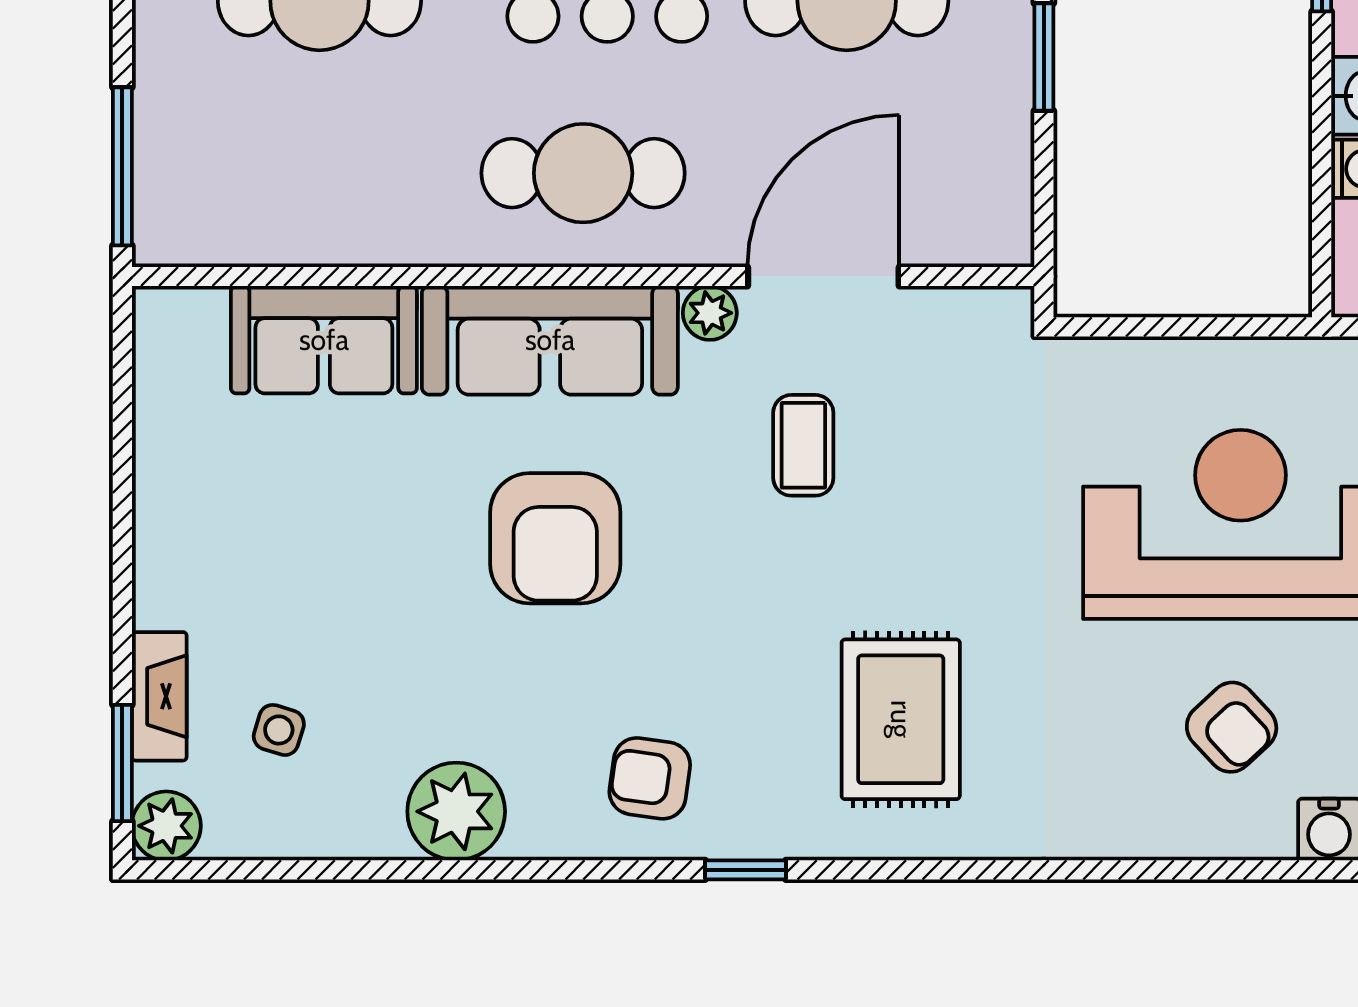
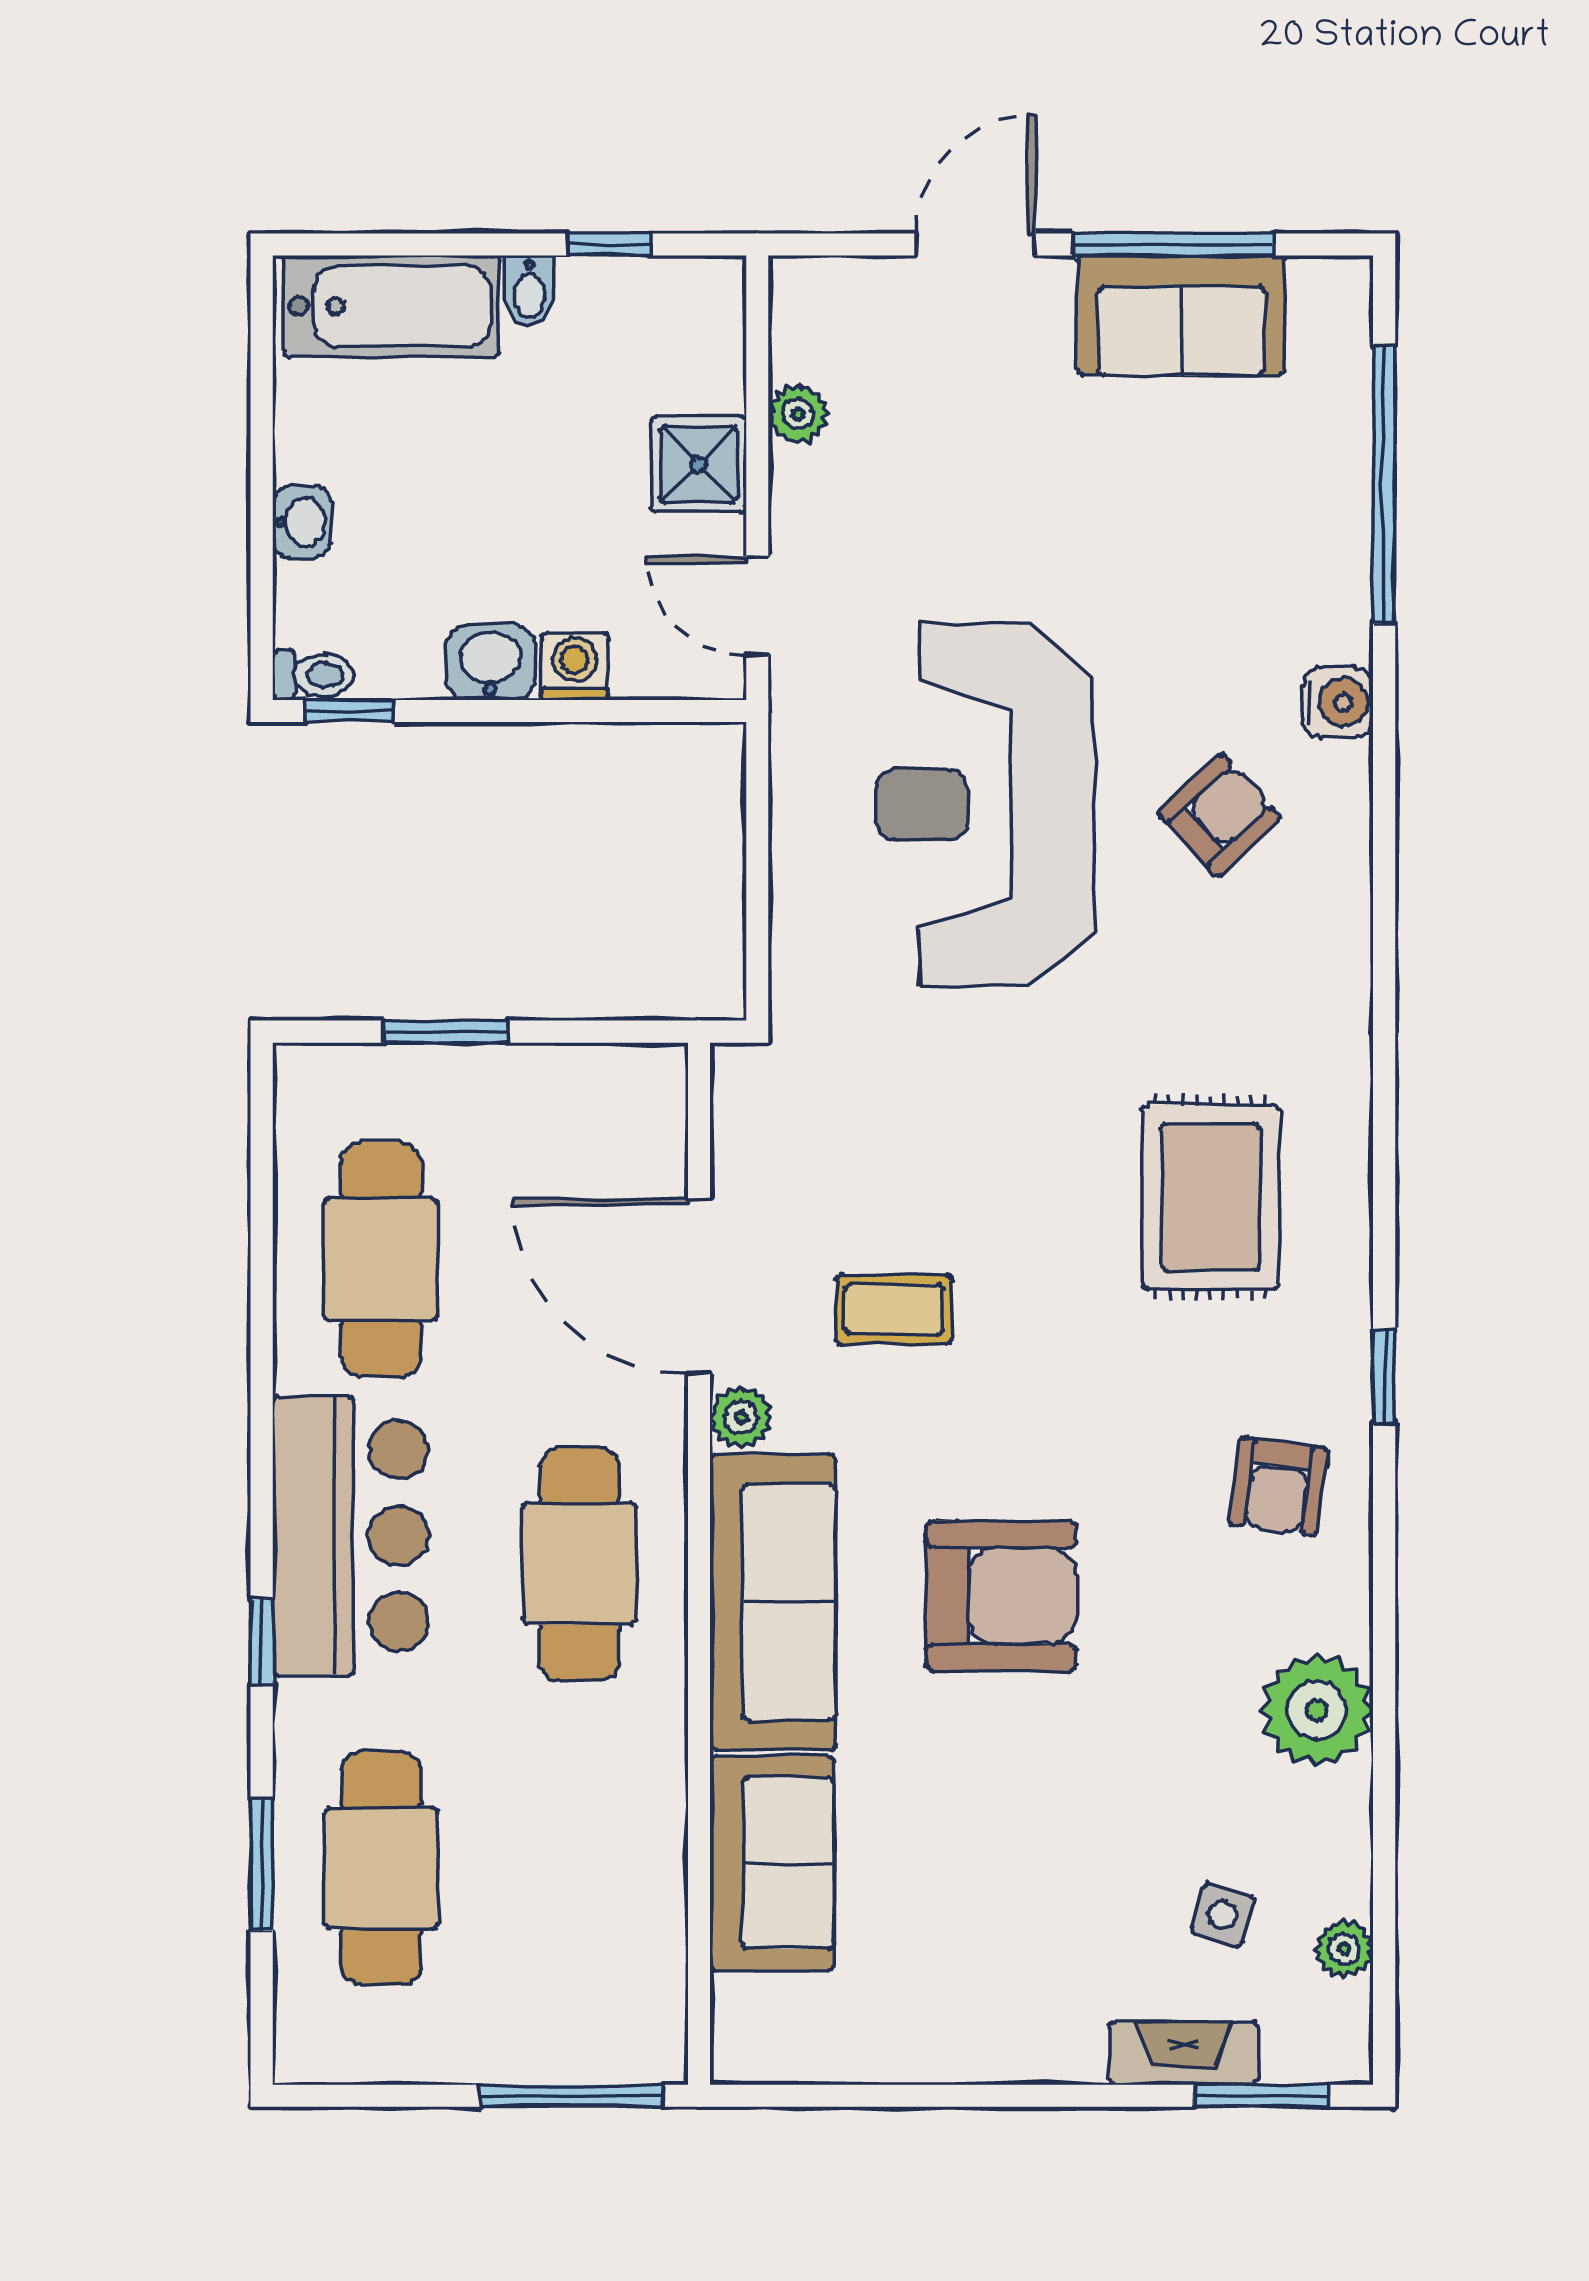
rug: (901, 719) -> (1210, 1197), turned 90
plant: (166, 826) -> (1344, 1949), moved, width x0.73, depth x0.73

